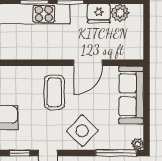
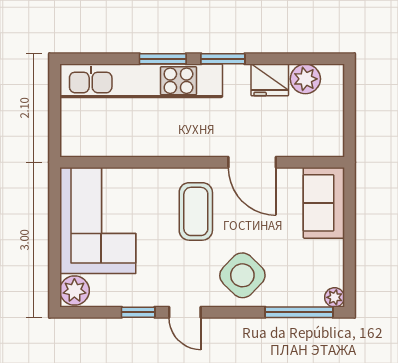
door: (88, 63) -> (252, 162), hinge flipped
sofa: (131, 95) -> (324, 203), width x0.73

